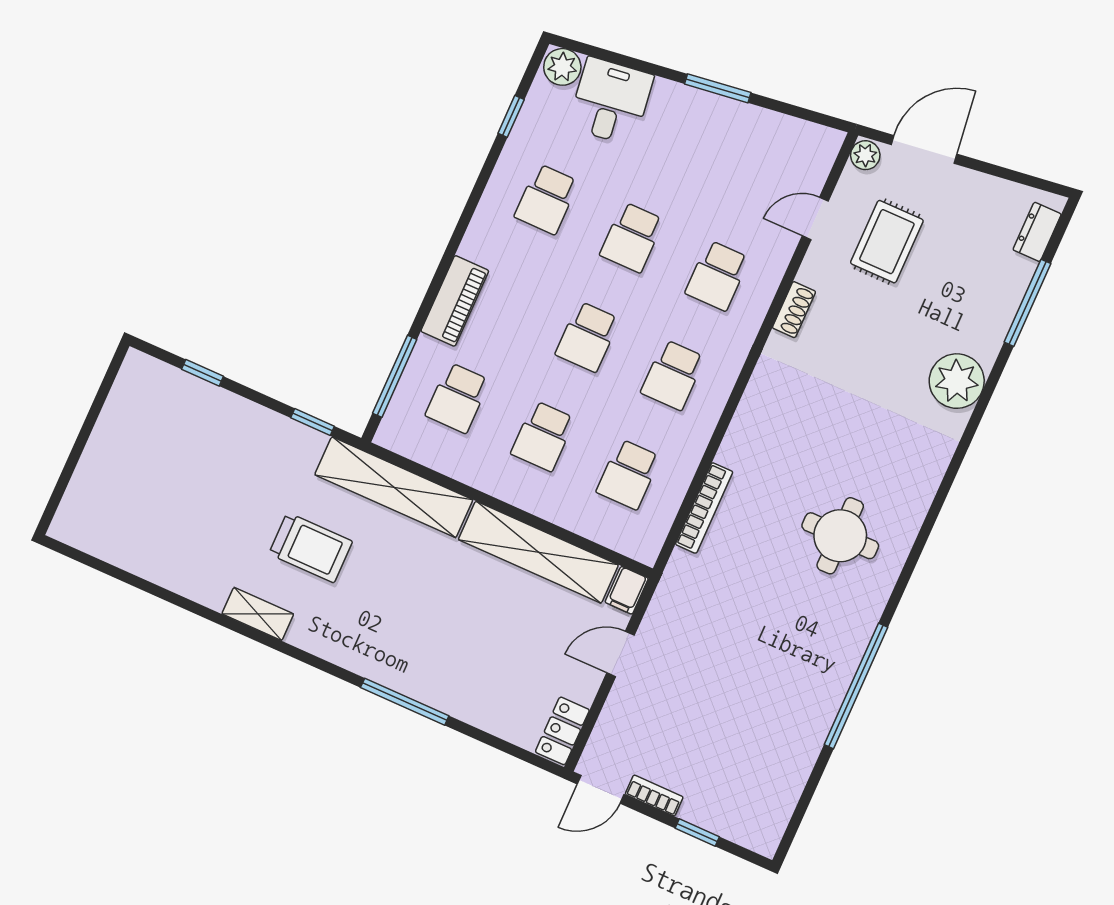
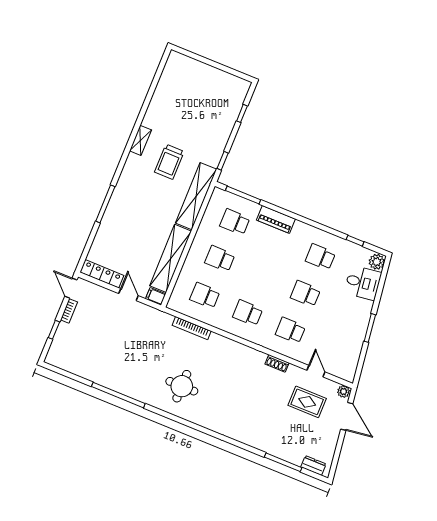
school desk: (587, 337) -> (263, 276), removed
plant: (957, 381) -> (249, 433), removed
locker: (562, 731) -> (102, 274), width x1.53

